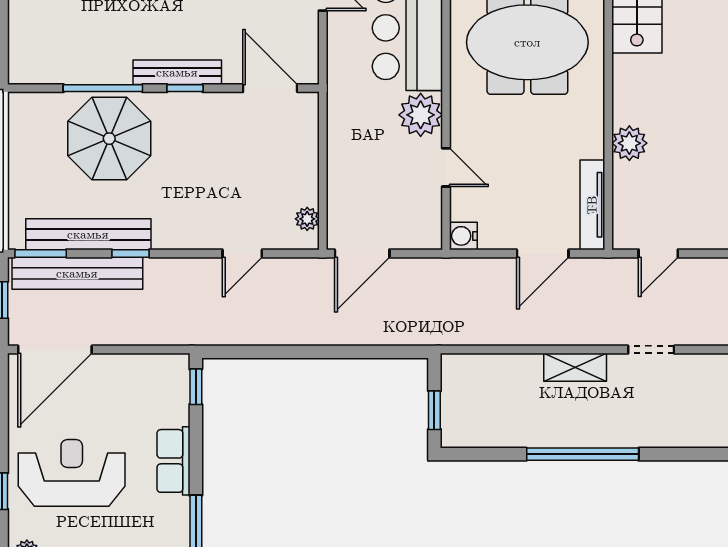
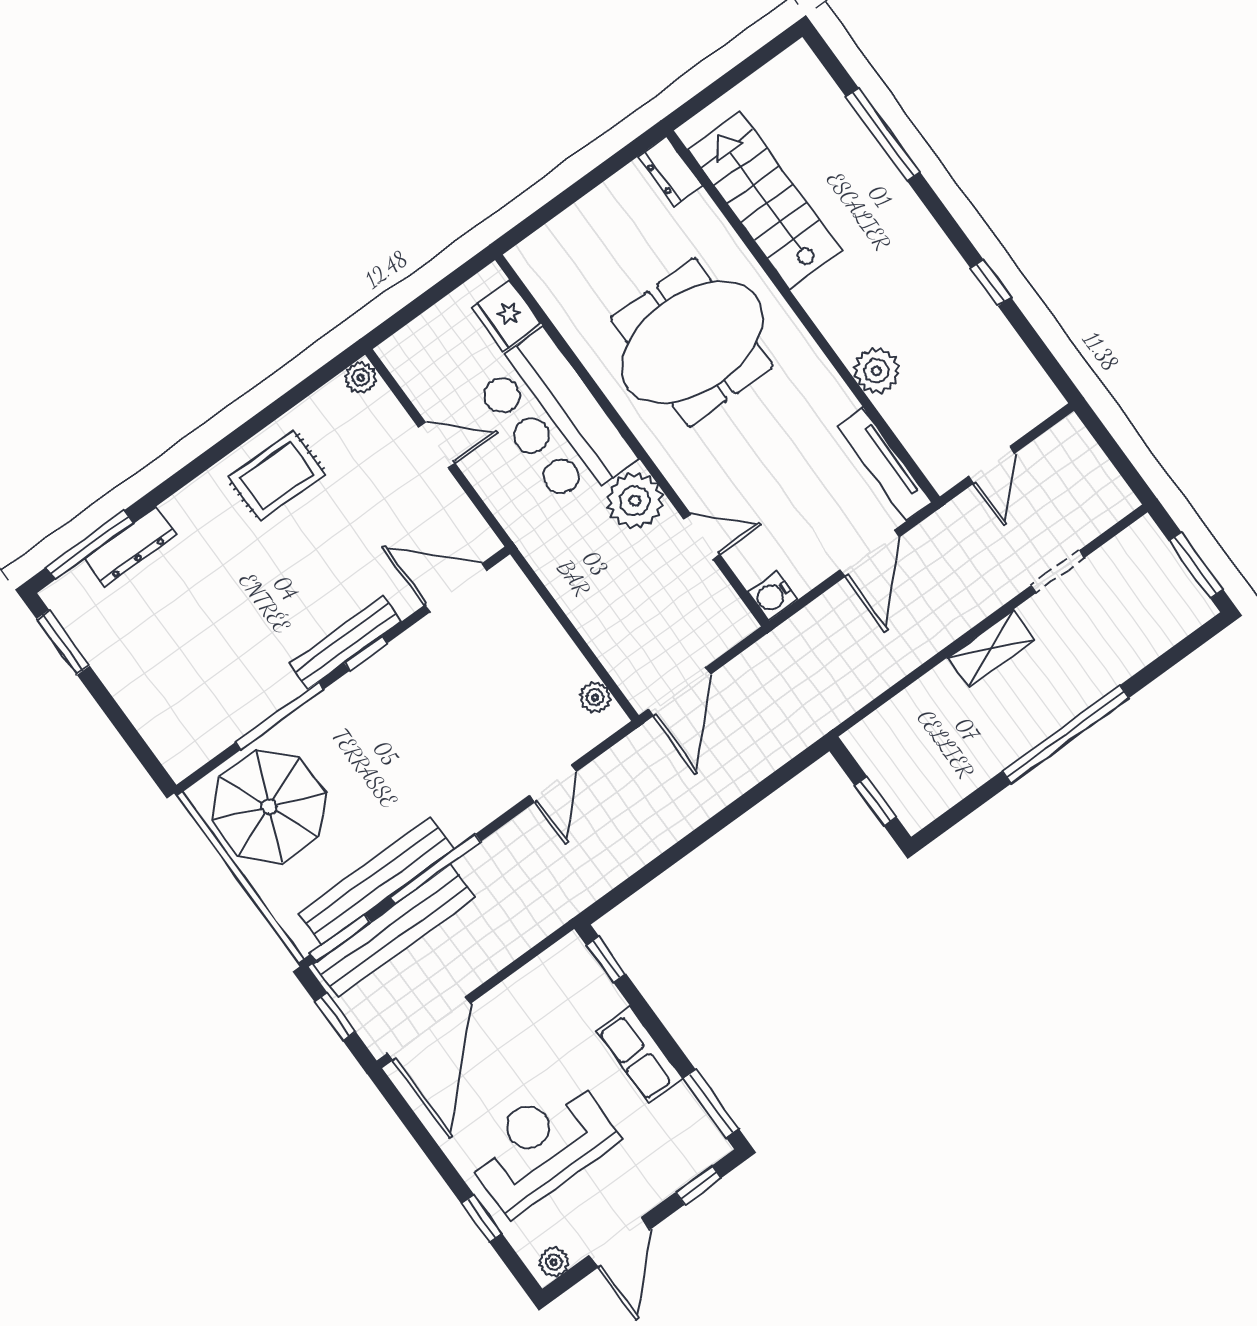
parasol: (109, 139) -> (269, 807), moved
window: (130, 253) -> (435, 869), width x2.17

